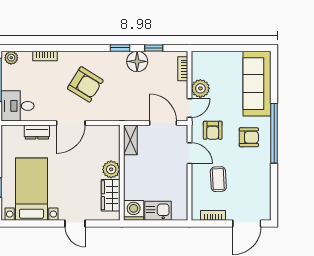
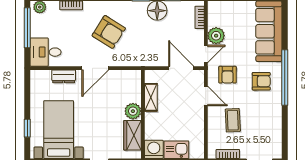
shelving: (130, 140) -> (151, 97), moved

